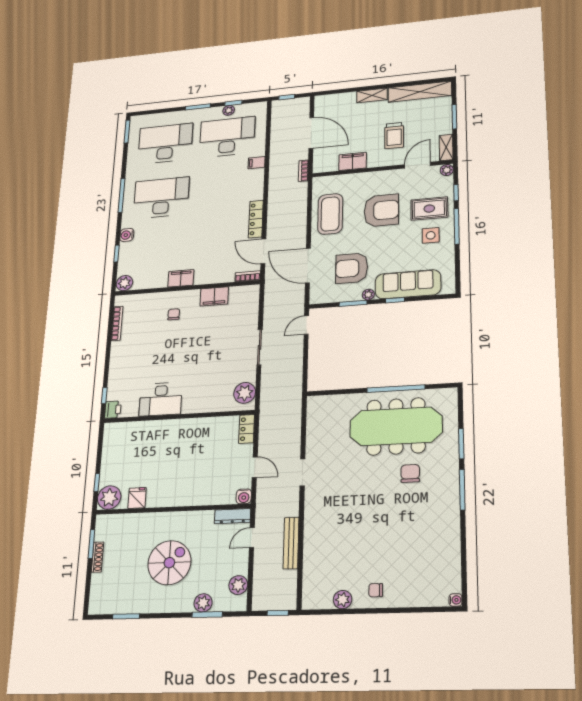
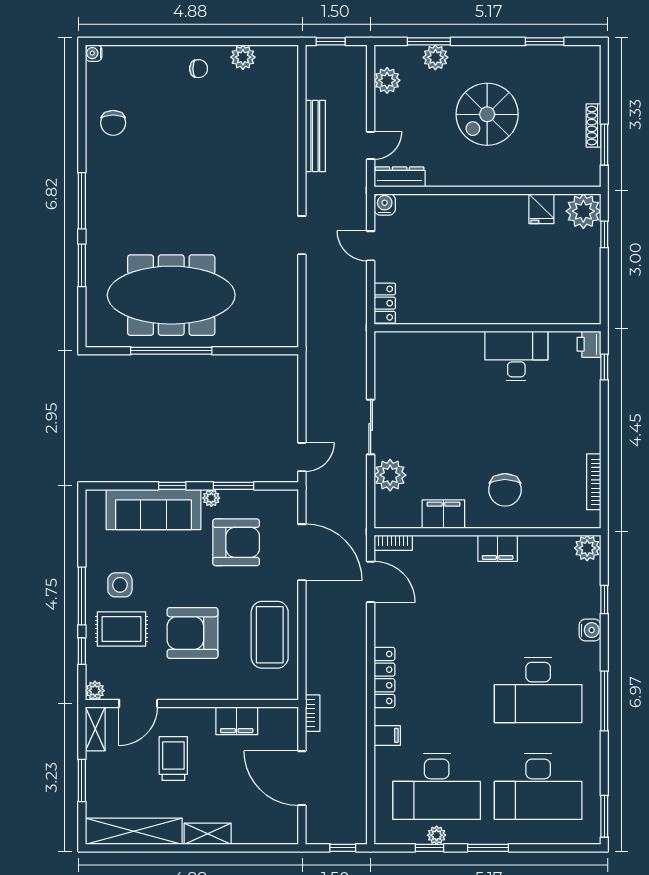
locker: (256, 219) -> (384, 677), moved
chair: (174, 314) -> (505, 490), width x1.87, depth x1.87
plant: (245, 393) -> (390, 475), moved
chair: (410, 473) -> (113, 123), moved

